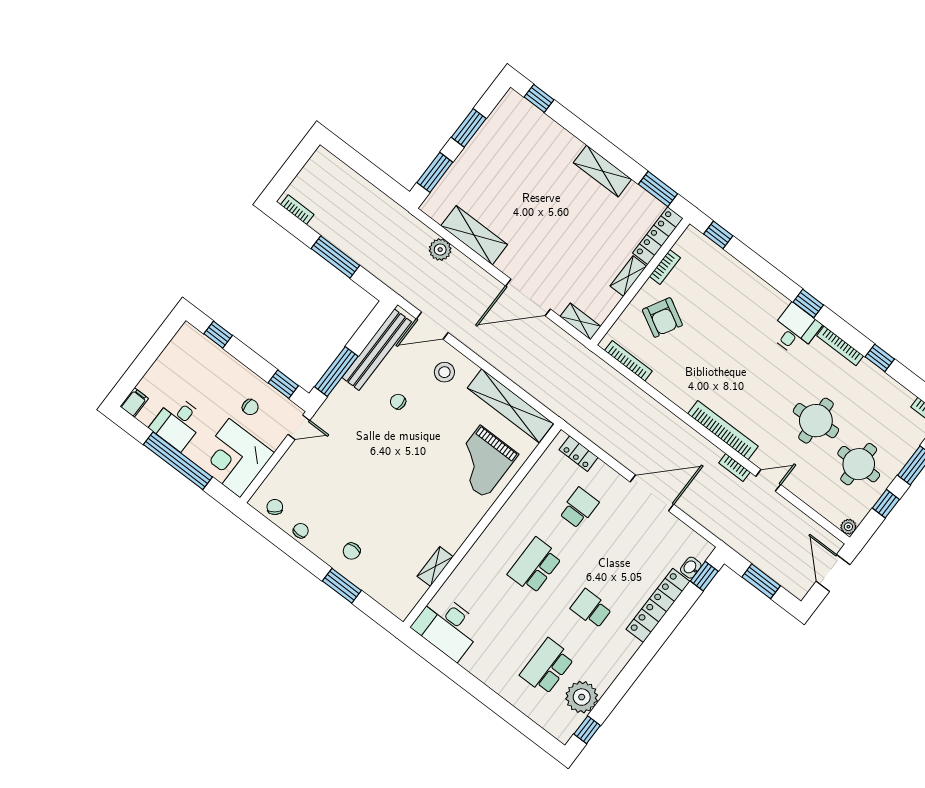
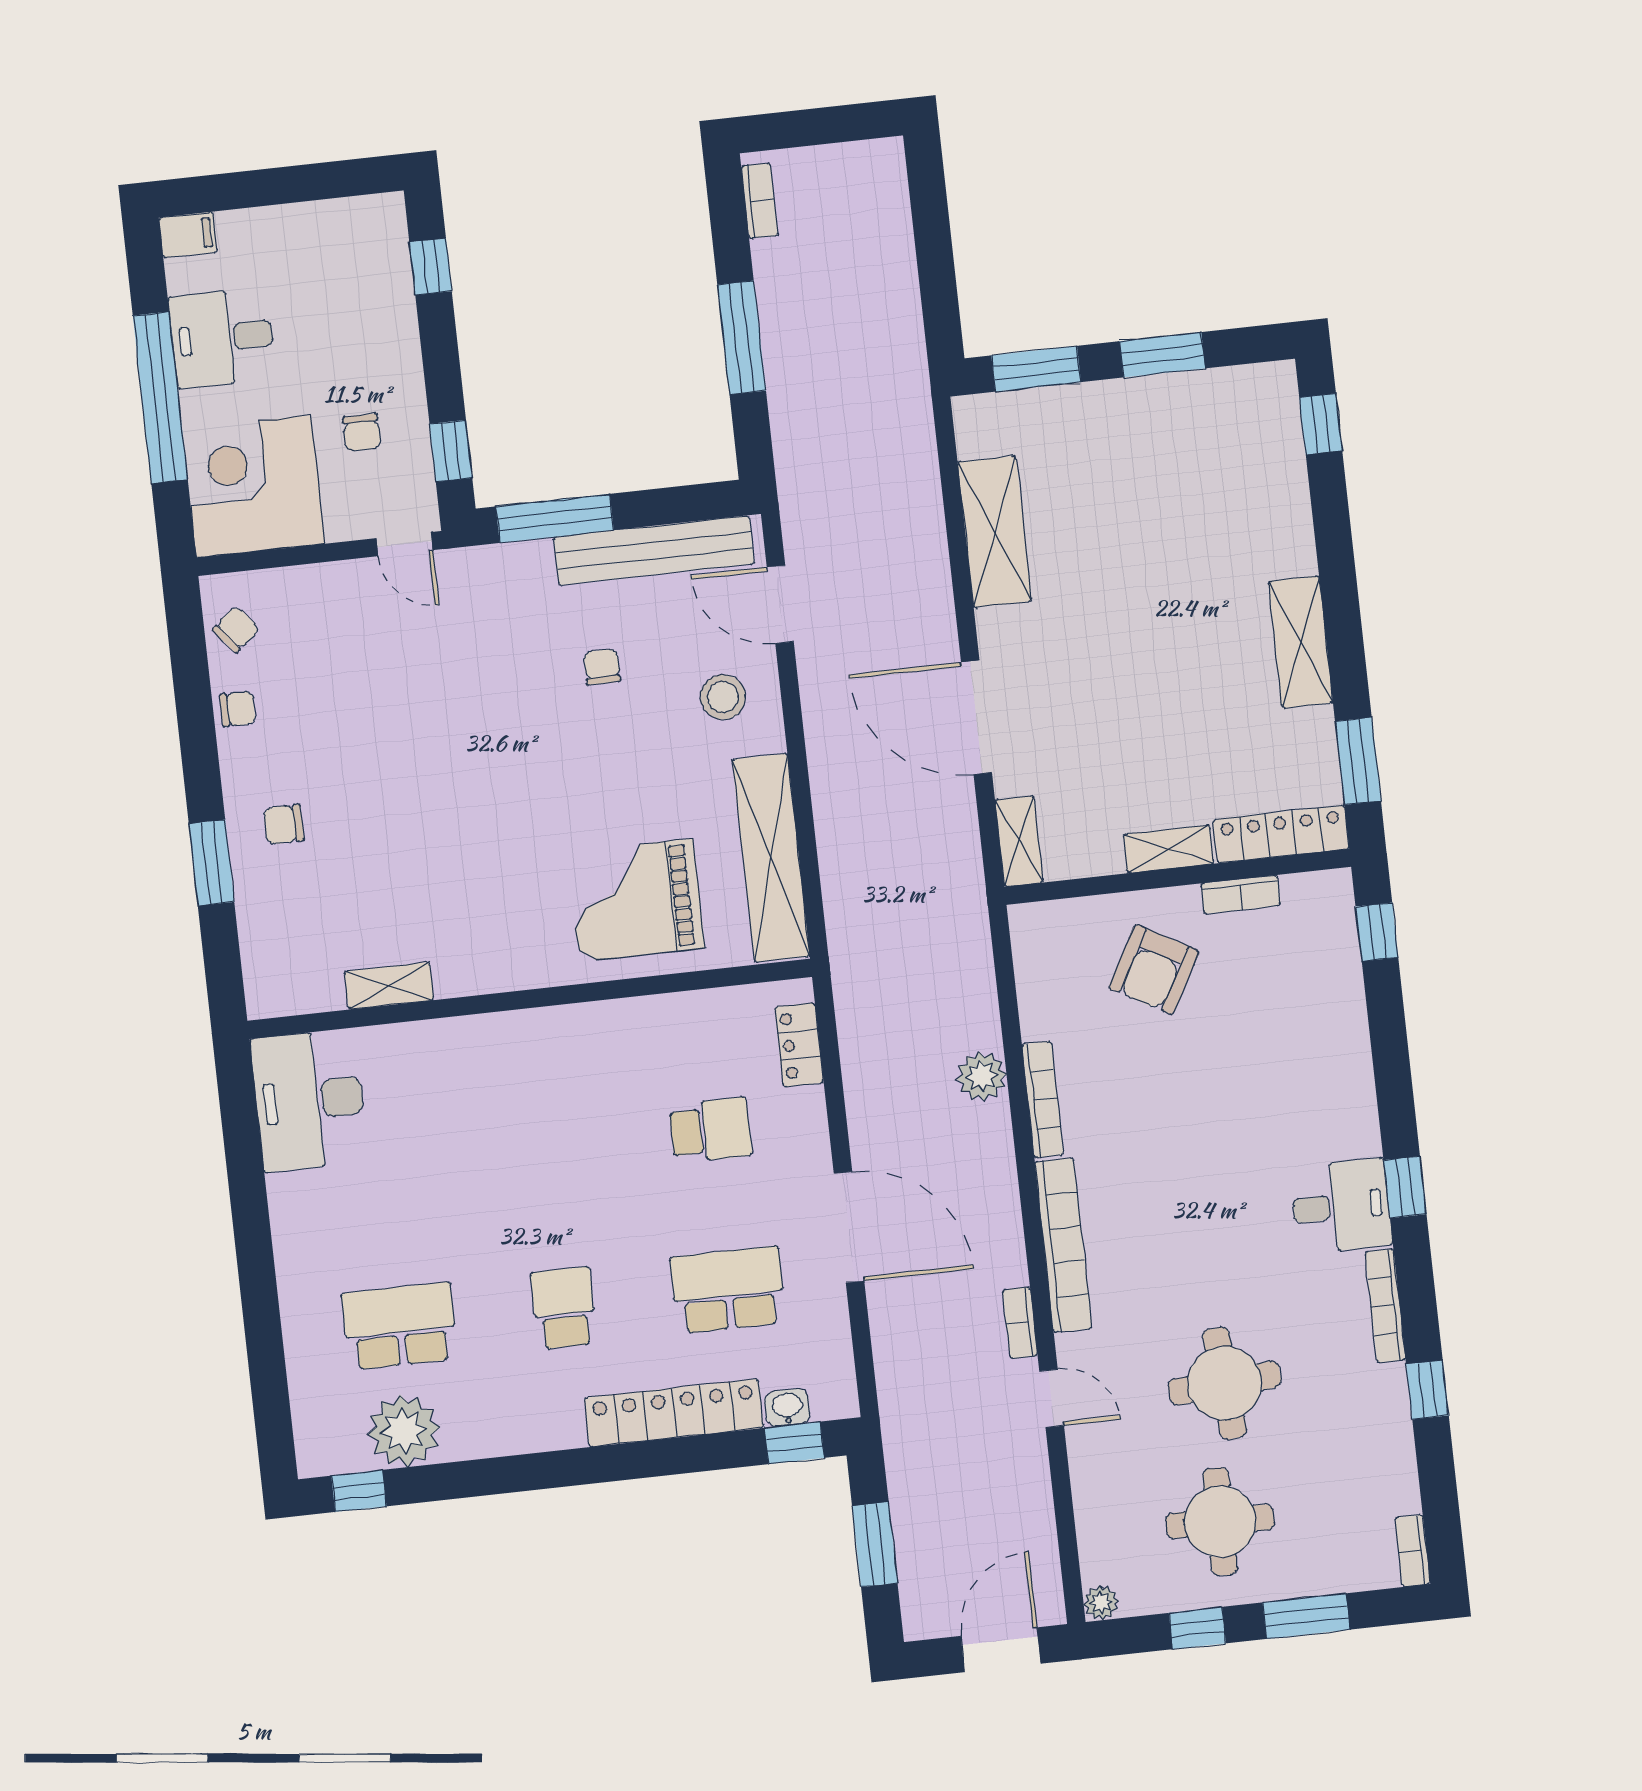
plant: (440, 250) -> (982, 1076), moved
bookcase: (628, 361) -> (1043, 1100), moved
school desk: (535, 566) -> (728, 1290), moved

